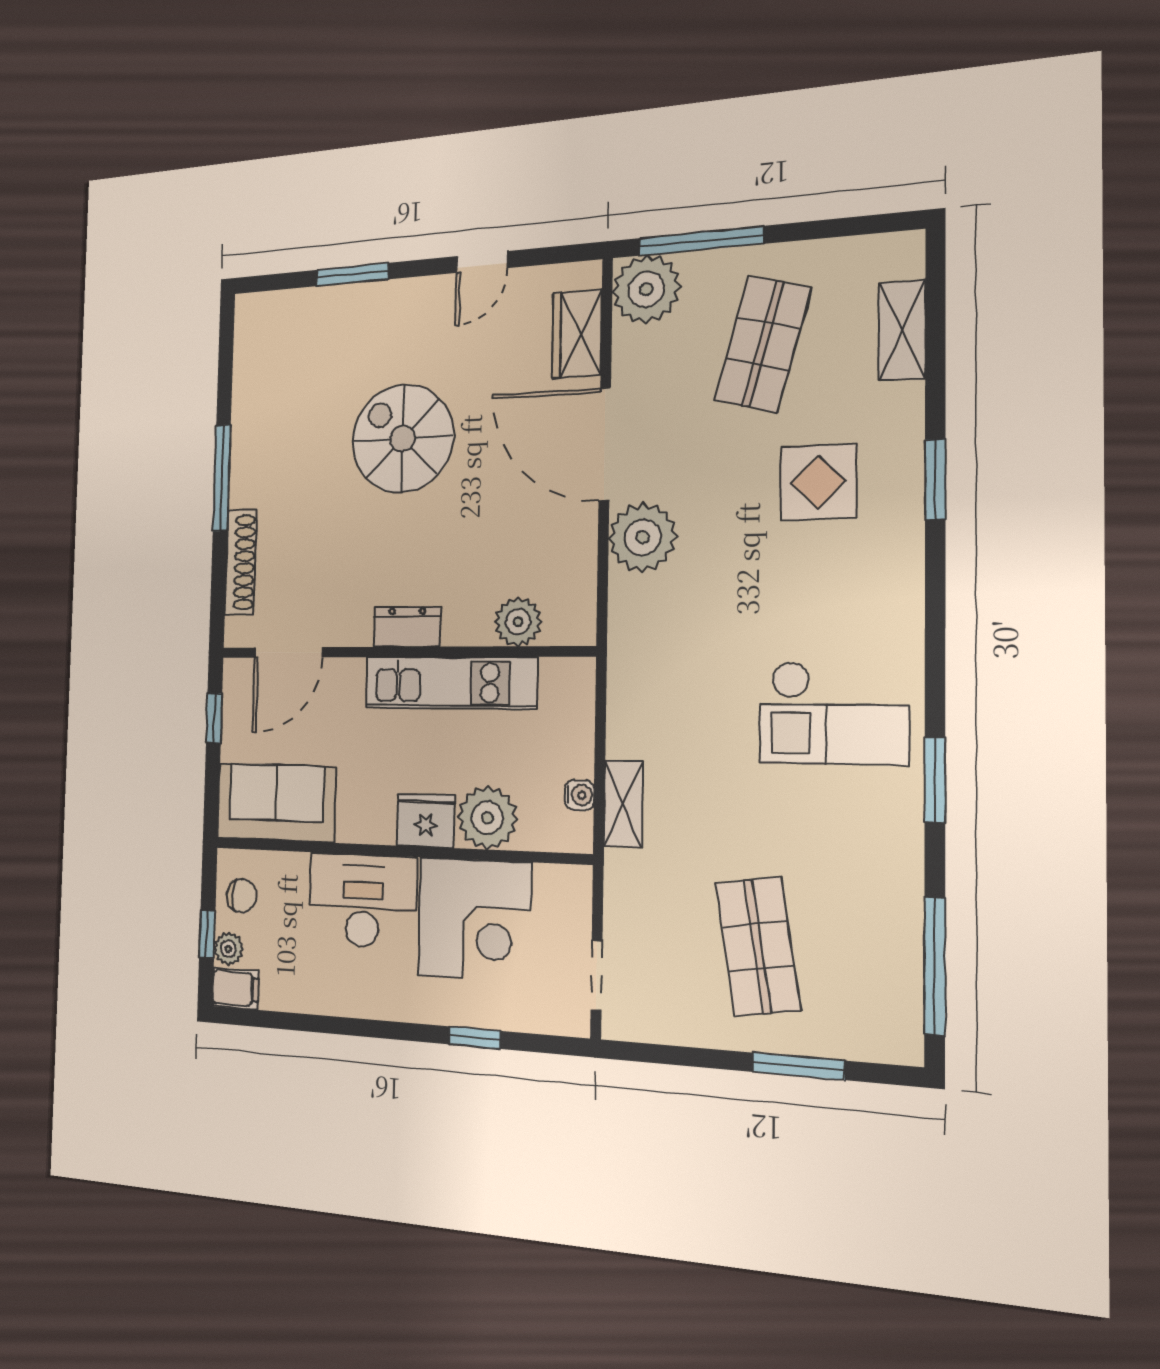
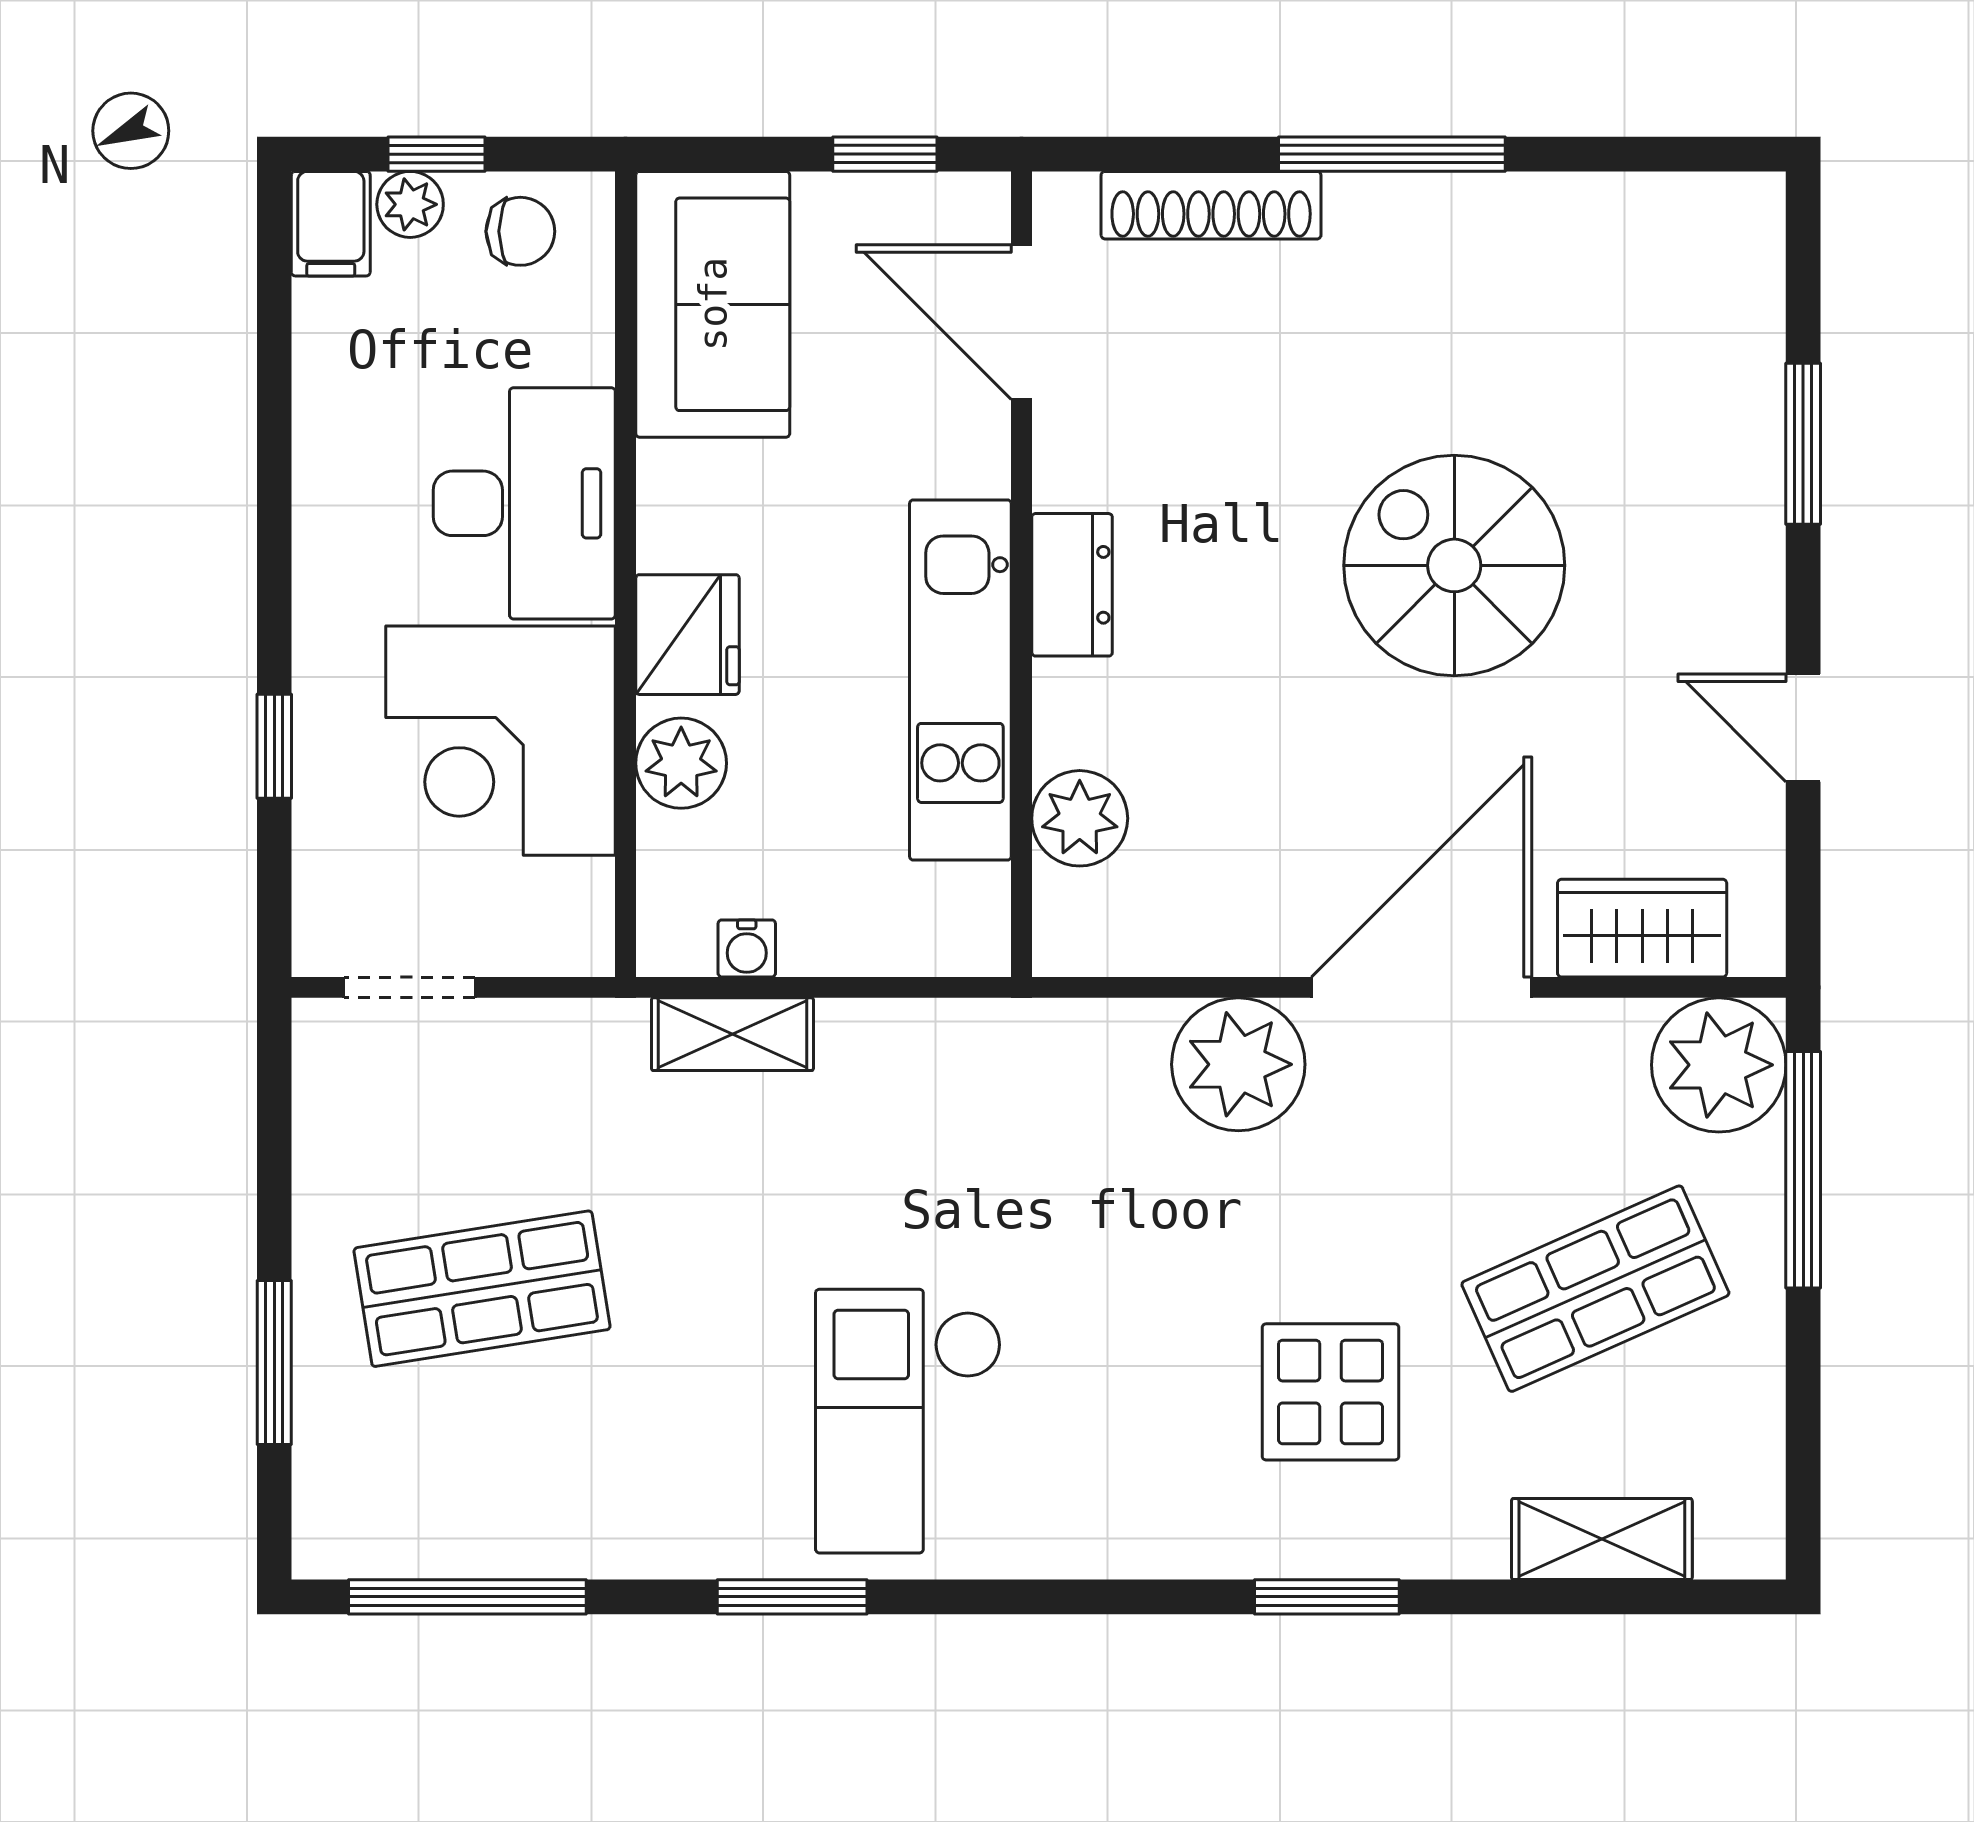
shop shelf: (763, 344) -> (1595, 1289), turned -39
spiral stairs: (403, 439) -> (1454, 565), turned -90
plant: (487, 818) -> (681, 763), width x0.73, depth x0.73
chair: (242, 895) -> (520, 231), turned -90

